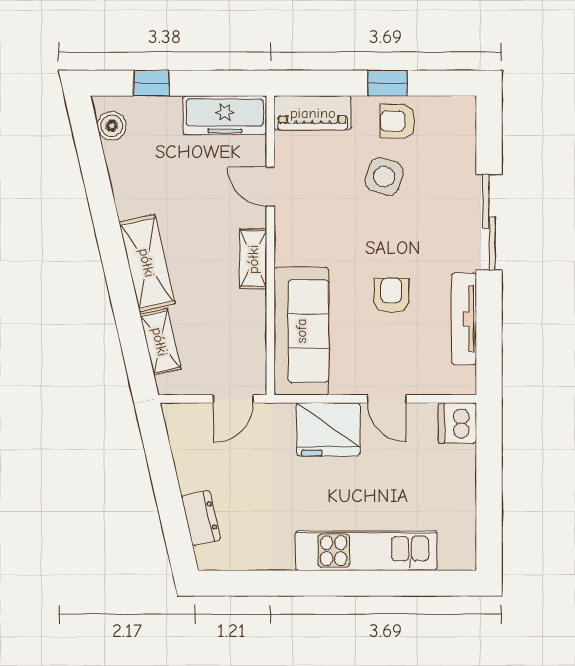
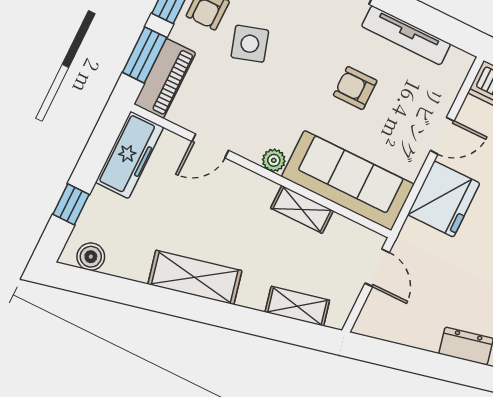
window: (325, 83) -> (145, 55), added
side table: (384, 176) -> (250, 44), turned -34
plant: (286, 253) -> (274, 160), added
shelving: (253, 259) -> (302, 209), moved
shelving: (147, 263) -> (195, 277), moved

